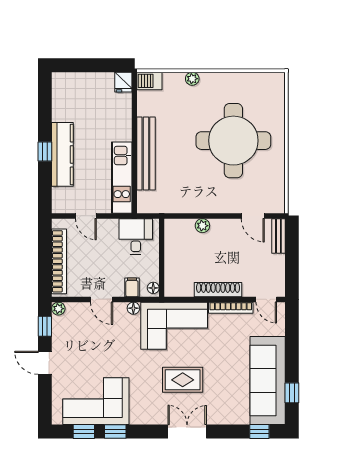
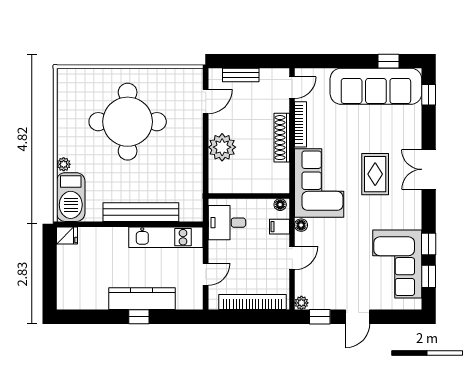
barbecue: (149, 81) -> (71, 197), width x1.88, depth x1.53
plant: (202, 226) -> (222, 147), width x1.87, depth x1.87
bench: (278, 236) -> (241, 75), moved

